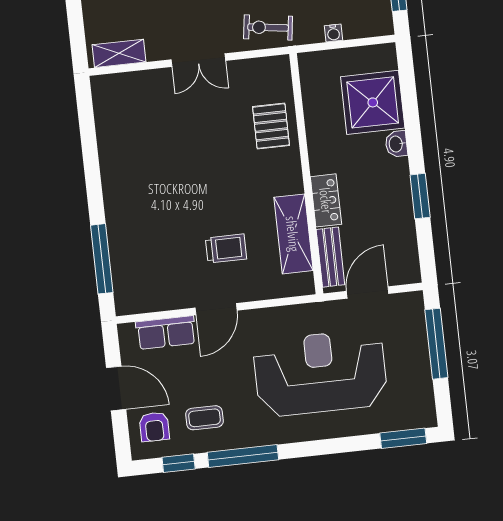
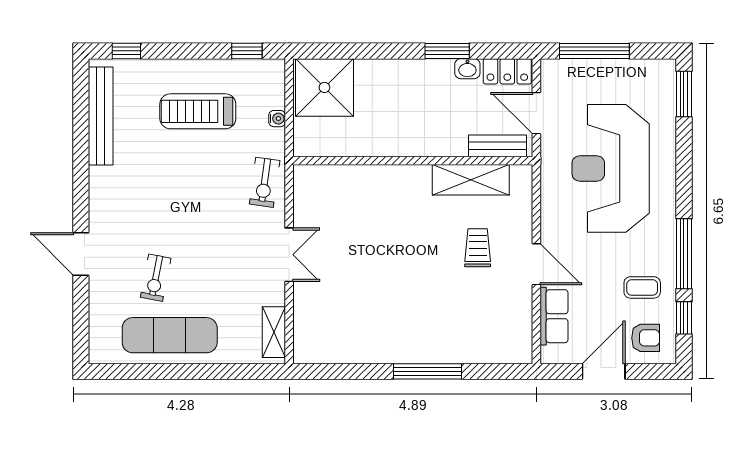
shower: (373, 102) -> (324, 87), moved
pallet: (271, 126) -> (362, 190), removed
washbasin: (396, 144) -> (467, 69), moved
locker: (326, 200) -> (507, 71), moved, turned 180
window: (102, 259) -> (427, 371), moved
coffee table: (204, 418) -> (642, 287), turned 90

